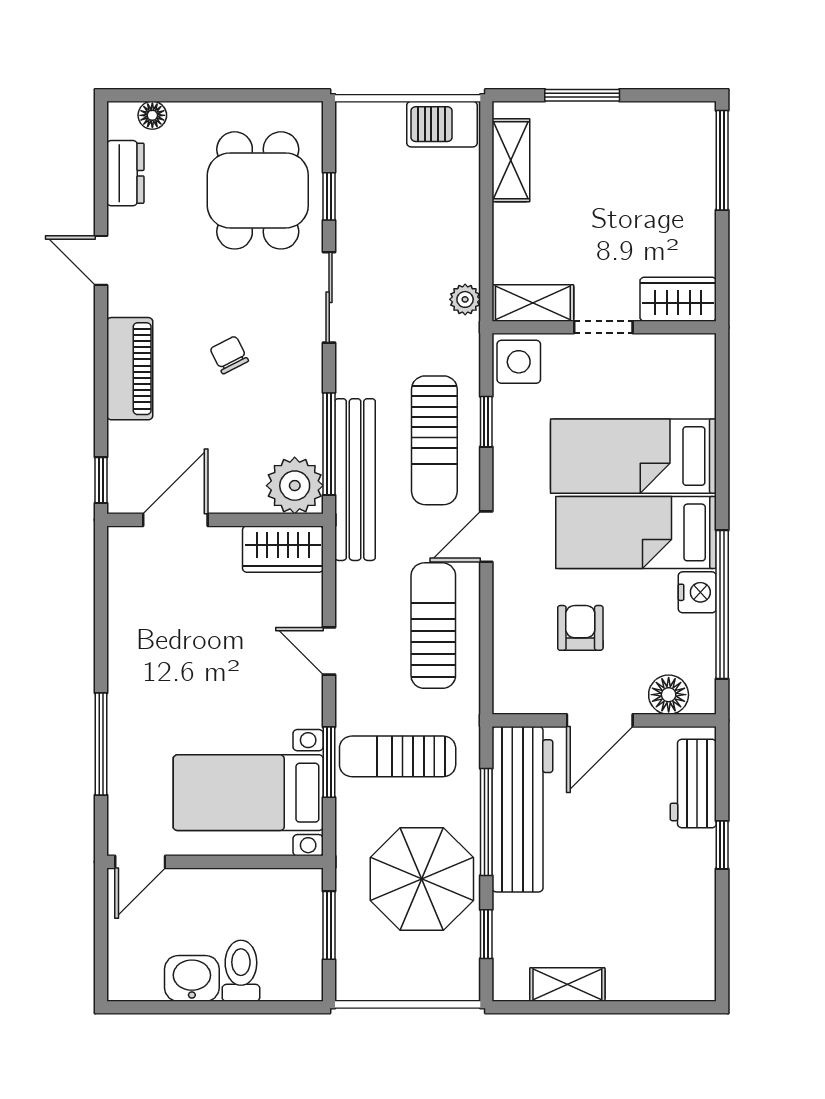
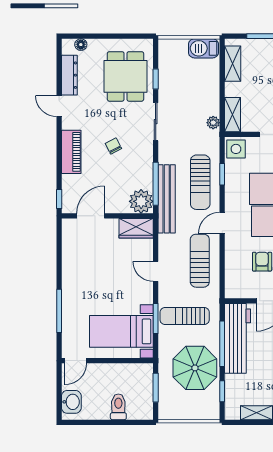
dresser: (125, 173) -> (69, 75), width x1.44
shelving: (533, 303) -> (232, 115), moved, turned 90
washbasin: (192, 978) -> (71, 402), moved, turned 90

